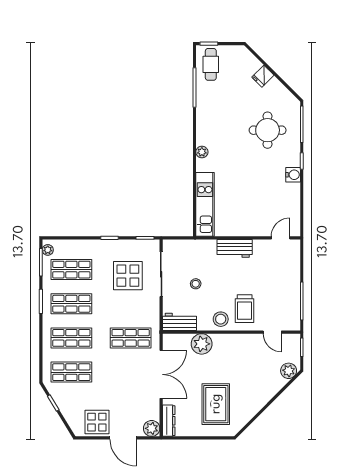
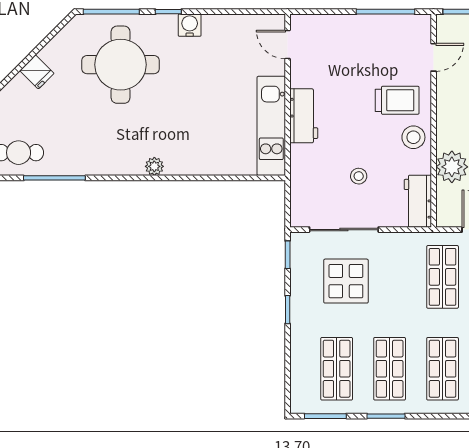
round table: (268, 130) -> (121, 65), width x1.36, depth x1.36
kitchen unit: (205, 204) -> (271, 126), moved, turned -90
plant: (48, 250) -> (306, 405), removed

